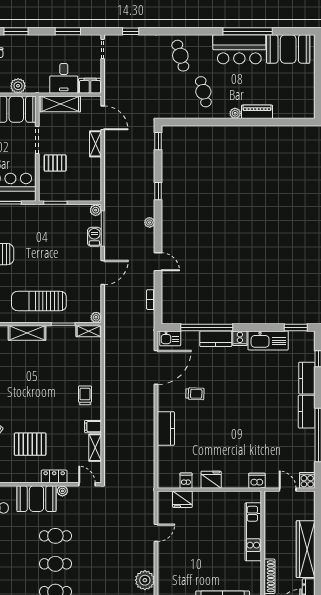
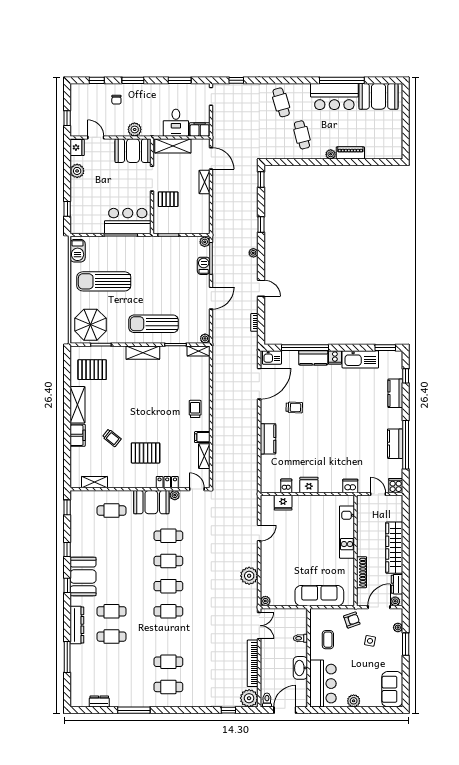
kitchen counter: (307, 412) -> (395, 444), moved

